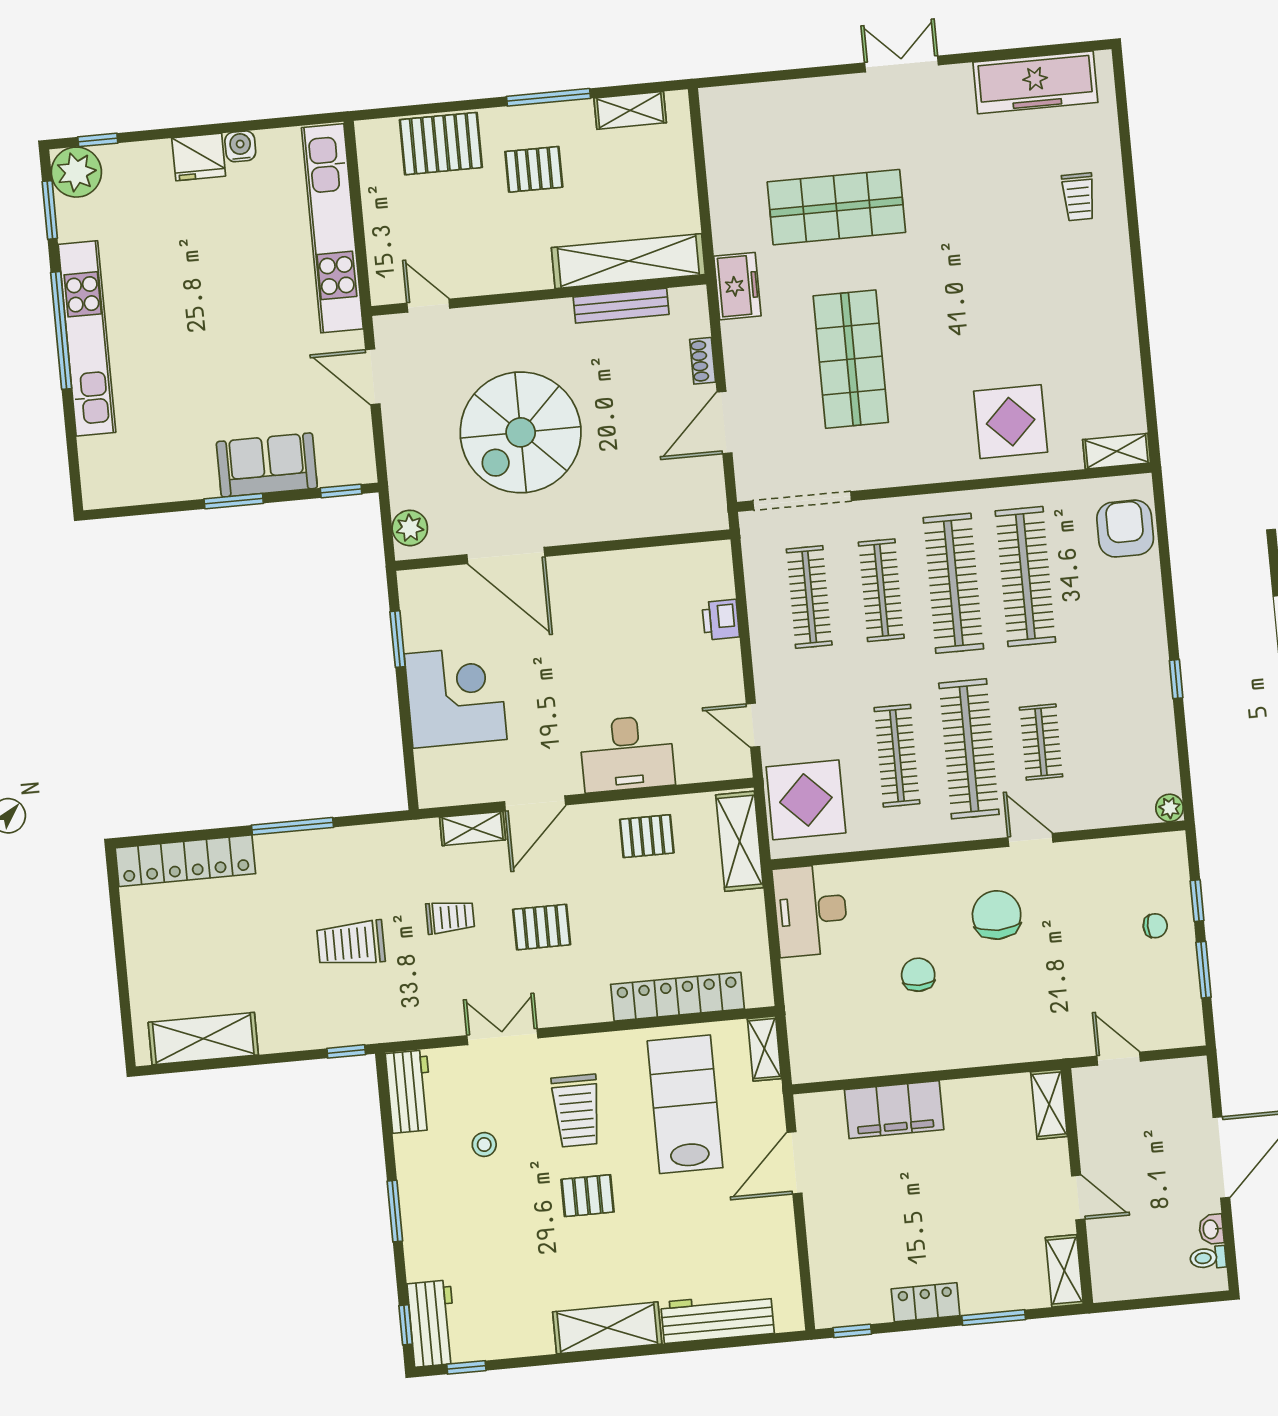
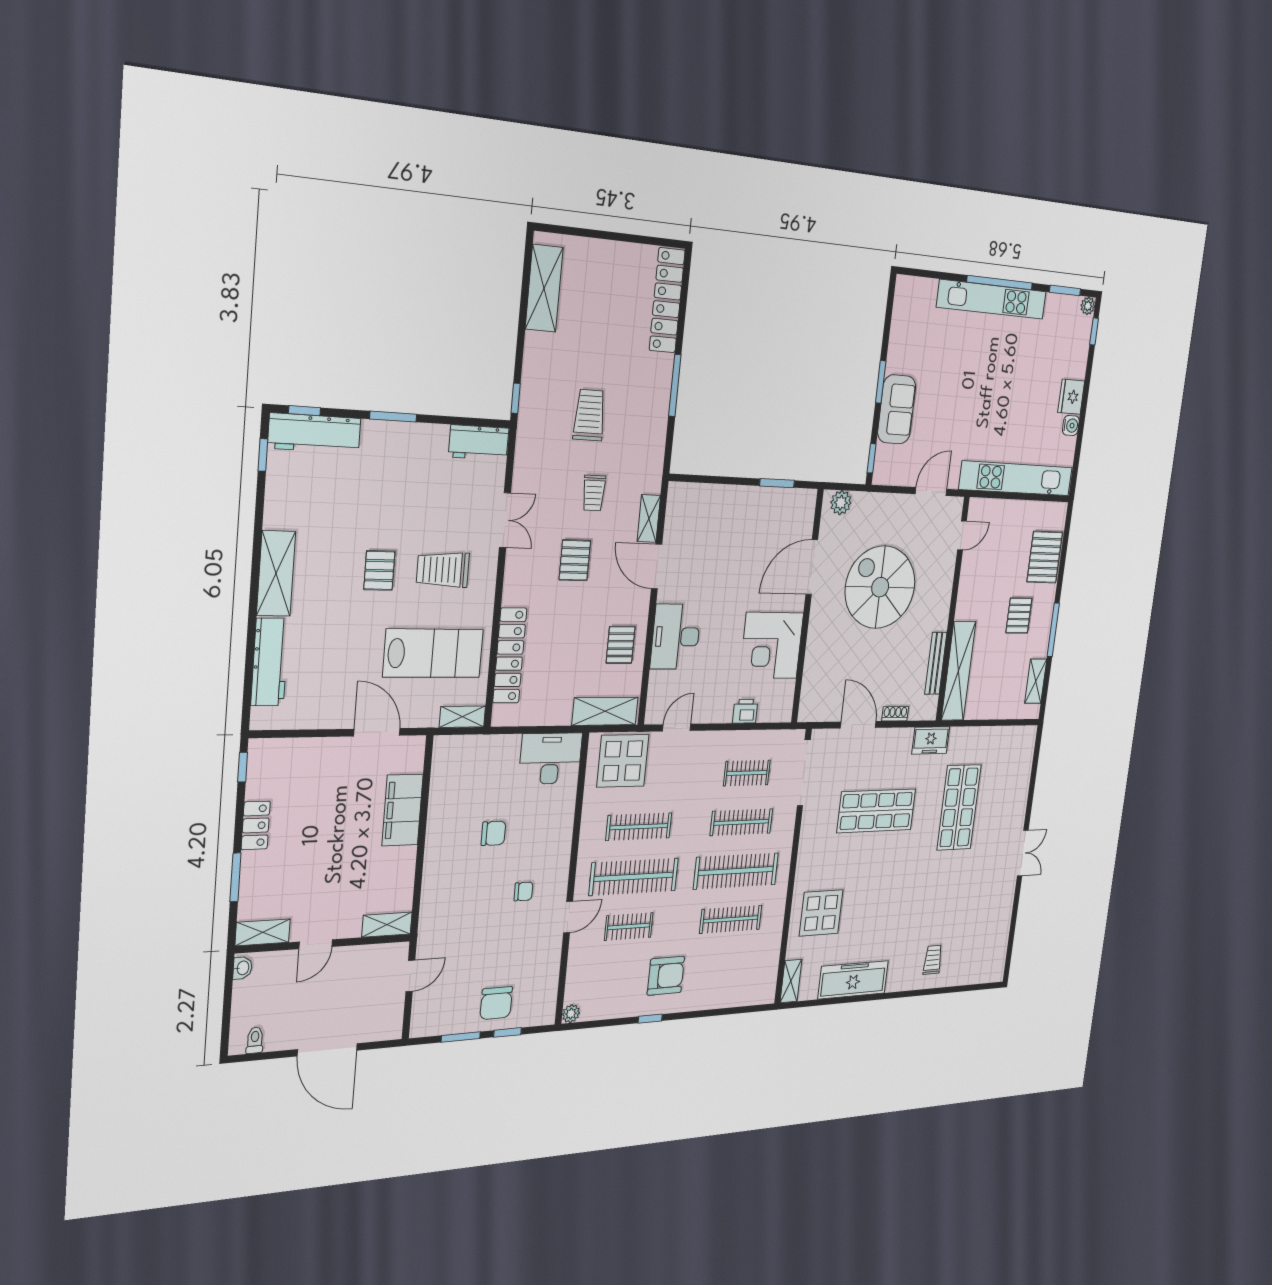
freezer: (1035, 82) -> (853, 980), moved, turned 90
plant: (76, 172) -> (1088, 306), width x0.53, depth x0.53
trolley: (1078, 197) -> (933, 960), turned 90
armchair: (1125, 529) -> (666, 976), moved
clothes rail: (1025, 577) -> (731, 919), width x0.73, depth x0.76
clothes rail: (809, 597) -> (747, 773), width x0.73
corner desk: (456, 697) -> (772, 645), moved, turned 90
chair: (997, 915) -> (523, 891), width x0.54, depth x0.54
chair: (1155, 926) -> (496, 1003), width x1.87, depth x1.87
stool: (484, 1144) -> (431, 495), removed
washbasin: (1211, 1229) -> (242, 968), moved, turned 90
workbench: (432, 1323) -> (314, 433), width x1.38

